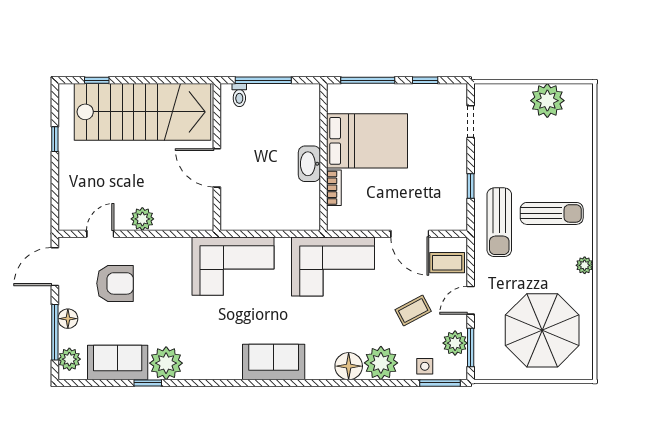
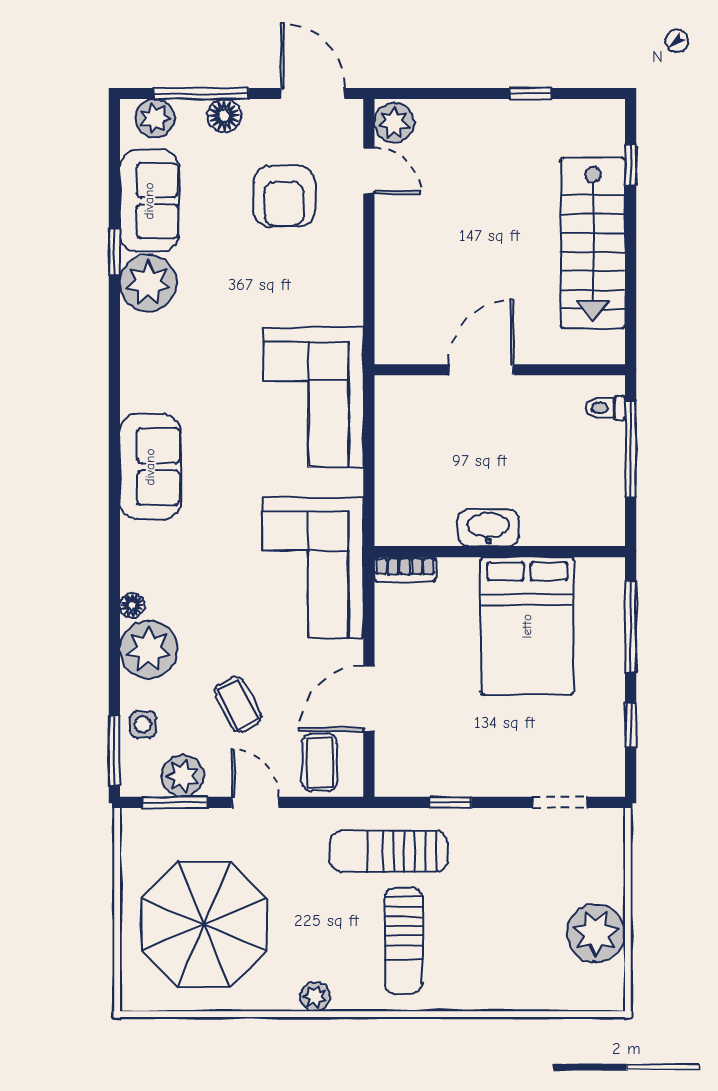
stairs: (142, 112) -> (593, 243), width x0.73, depth x0.66
bookcase: (334, 188) -> (405, 569), moved
plant: (142, 219) -> (394, 123), moved
floor lamp: (349, 366) -> (132, 605), width x0.53, depth x0.53

